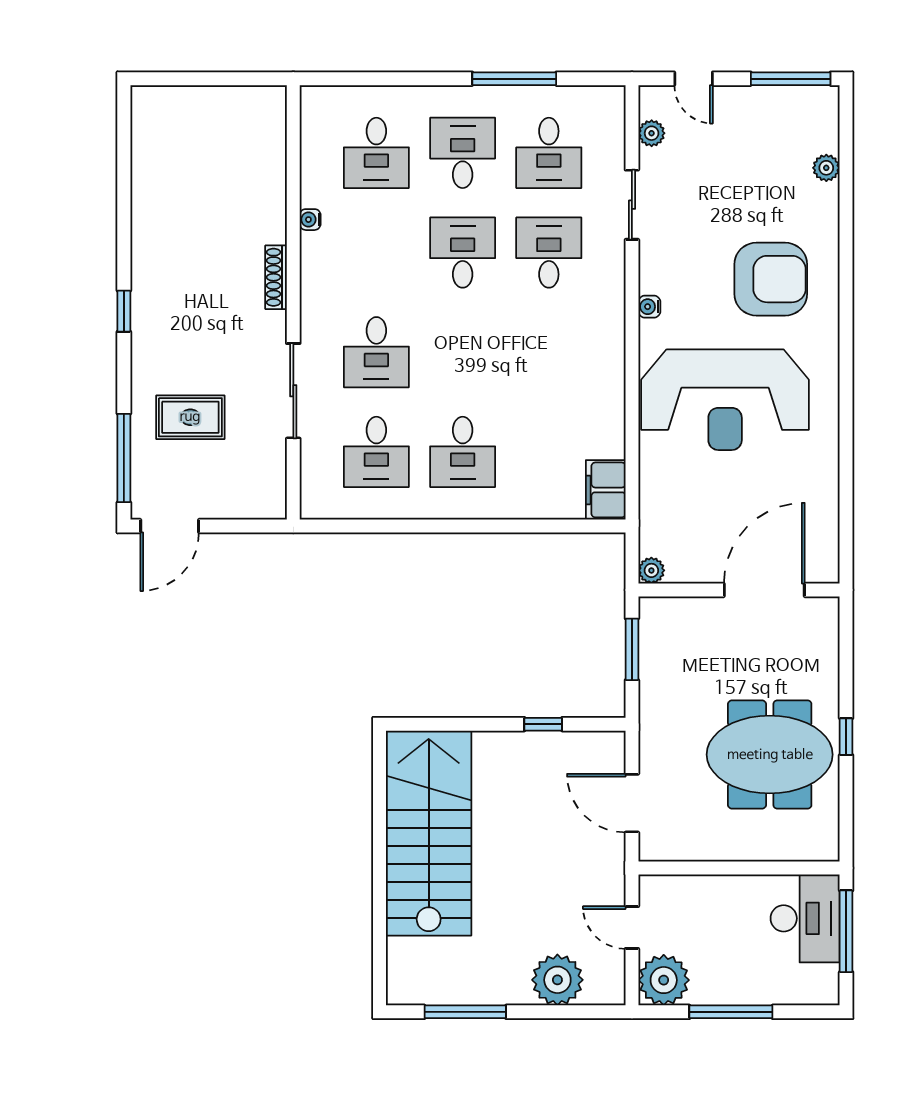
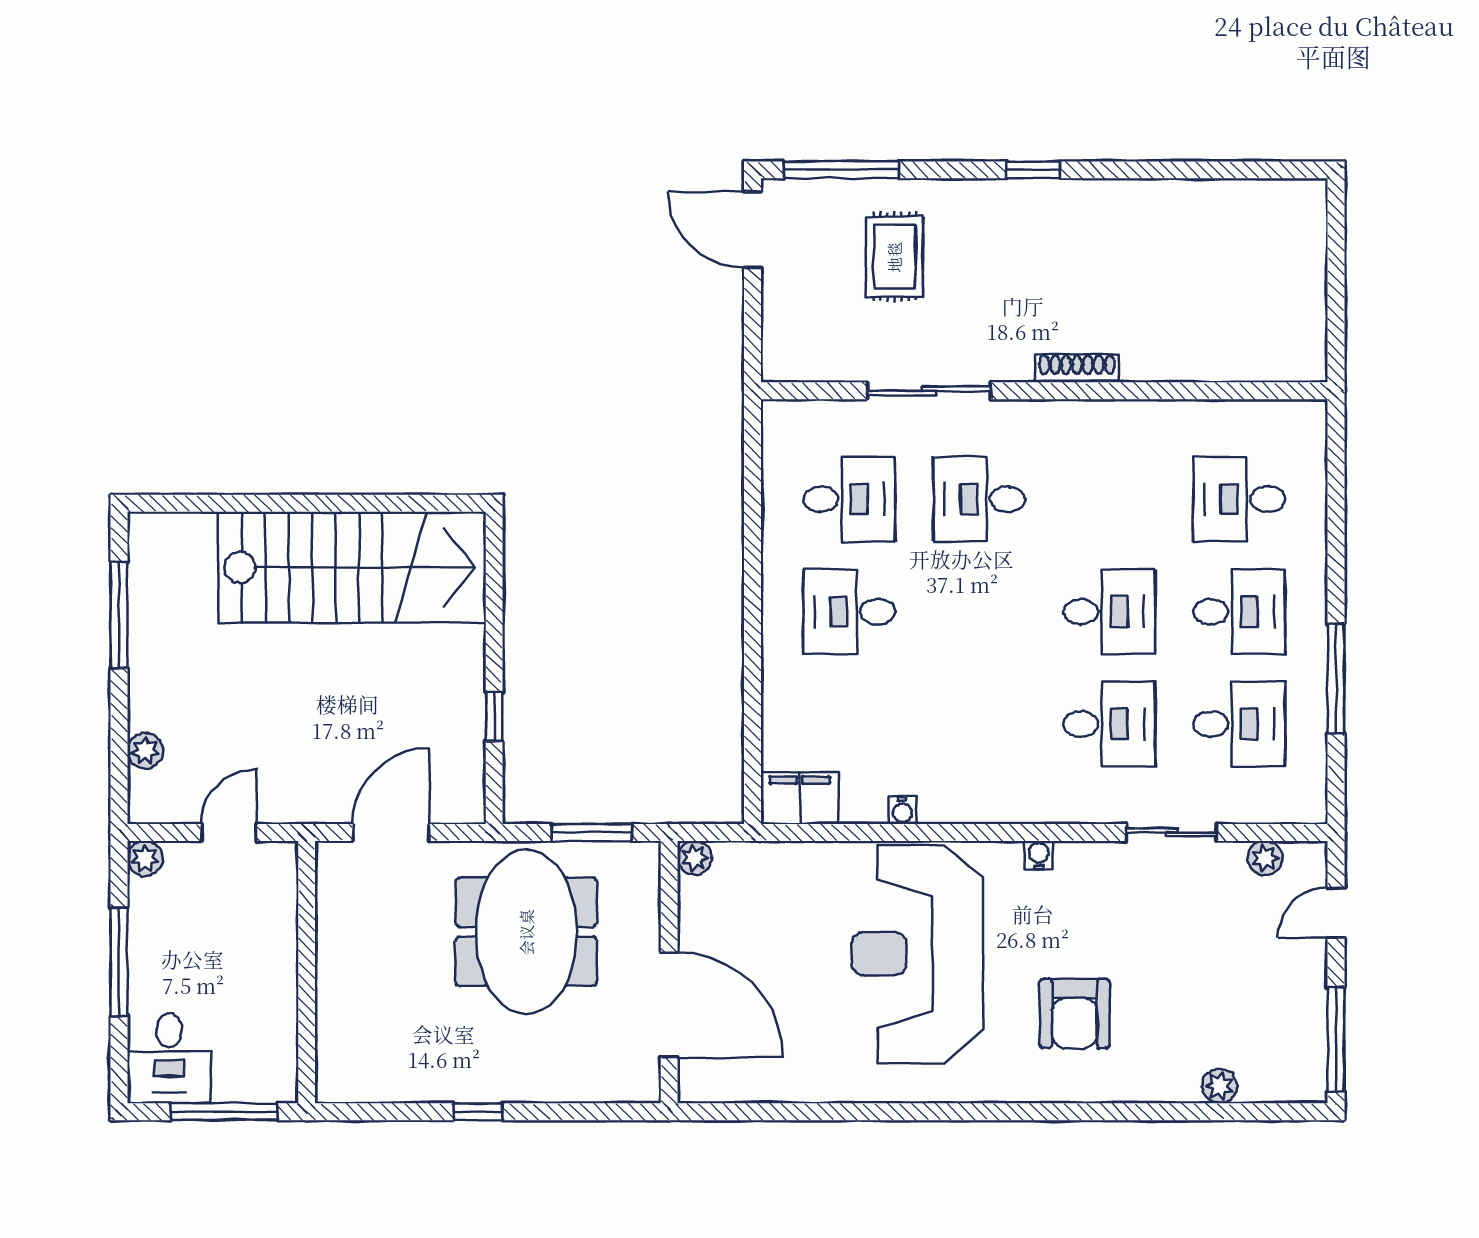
desk: (549, 153) -> (1239, 724), turned 180
water cooler: (310, 220) -> (902, 810), moved, turned 180
armchair: (771, 279) -> (1075, 1013), width x0.73, depth x0.73
desk: (376, 452) -> (849, 499), turned 180
meeting table: (770, 755) -> (526, 932), moved
desk: (805, 918) -> (169, 1058), moved, width x0.73
plant: (557, 980) -> (145, 751), width x0.53, depth x0.53
plant: (664, 980) -> (145, 858), width x0.53, depth x0.53

